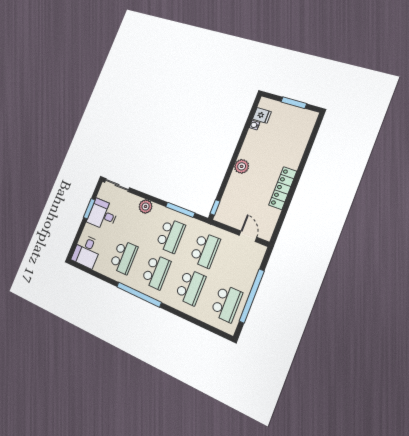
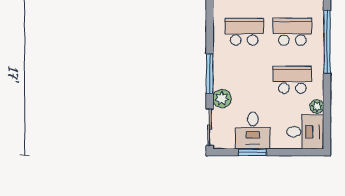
plant: (146, 206) -> (222, 99), moved
window: (180, 210) -> (210, 74), moved
plant: (99, 267) -> (317, 107), added

